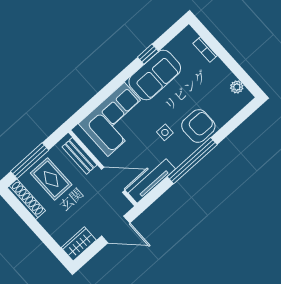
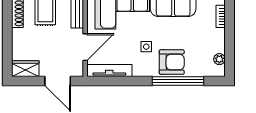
window: (192, 161) -> (178, 81), moved
door: (113, 180) -> (85, 47), hinge flipped

